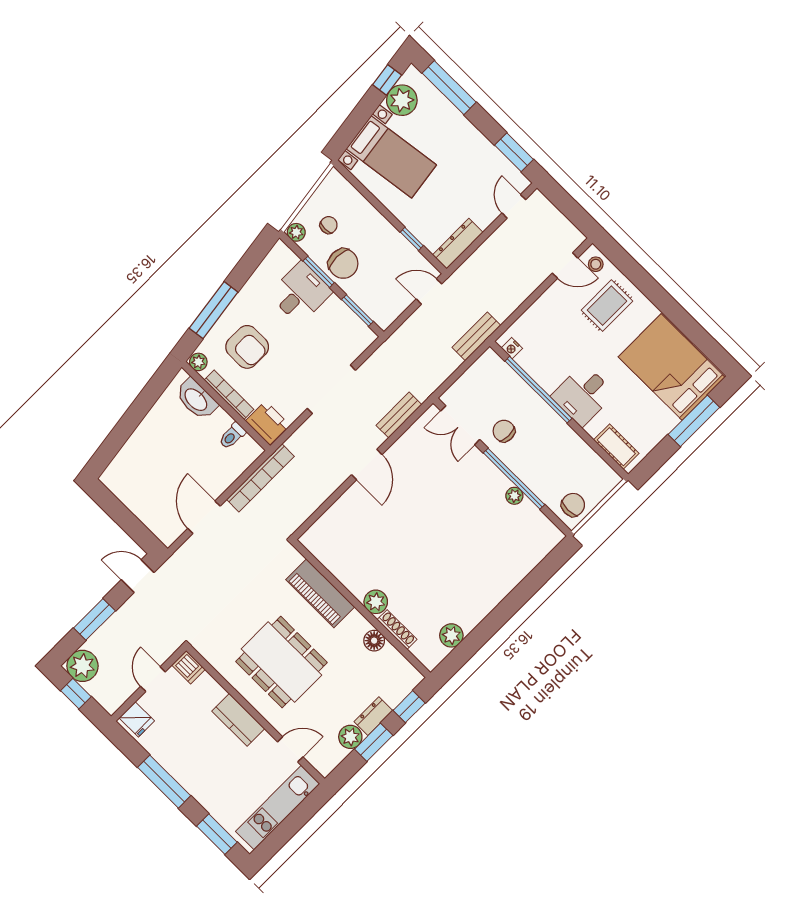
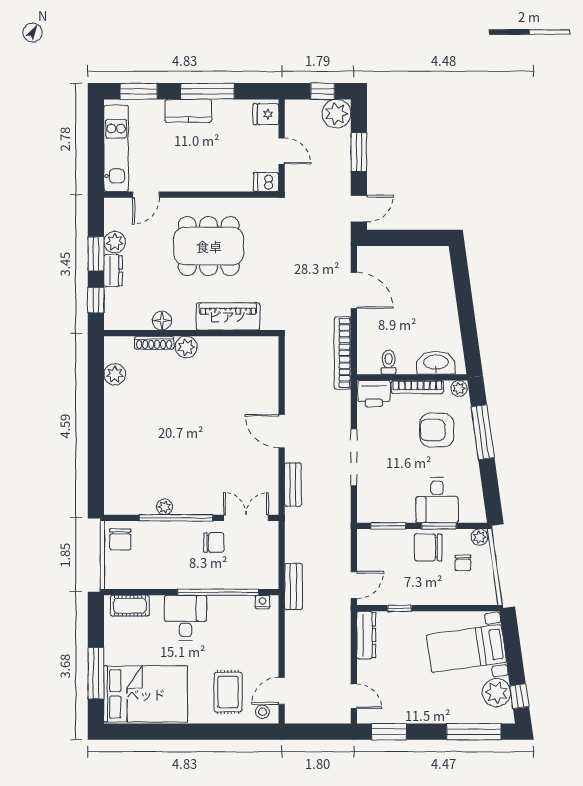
kitchen counter: (238, 720) -> (188, 111), moved, turned 180

